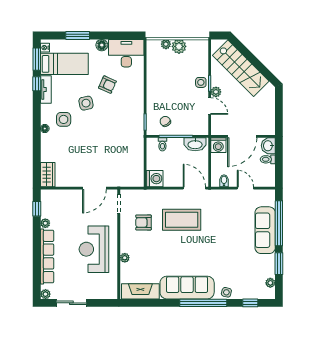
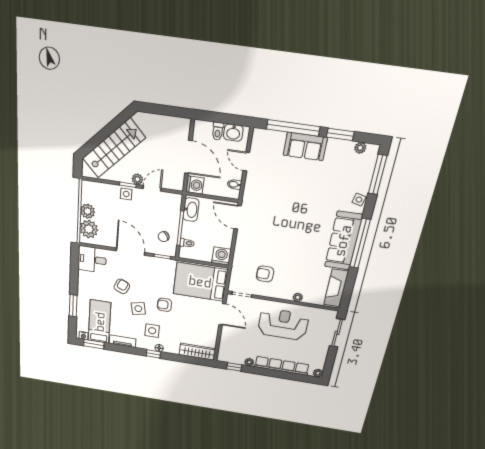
plant: (166, 44) -> (89, 229), width x1.88, depth x1.88
floor lamp: (102, 45) -> (83, 286), removed
desk: (126, 53) -> (92, 259), width x0.73
window: (37, 84) -> (153, 354), moved
door: (145, 91) -> (130, 252), added
armchair: (95, 129) -> (164, 305), added
washbasin: (268, 146) -> (233, 133), moved
bed: (125, 162) -> (200, 282), added
wardrobe: (48, 175) -> (197, 352), width x1.50
door: (194, 188) -> (238, 217), hinge flipped
door: (245, 188) -> (246, 162), hinge flipped
coffee table: (182, 220) -> (269, 236), removed
armchair: (144, 222) -> (265, 274), turned 90
sofa: (265, 230) -> (305, 146), width x0.73
reception desk: (94, 249) -> (283, 324), turned 180
sliding door: (71, 303) -> (337, 333), moved
window: (203, 303) -> (360, 243), moved
window: (250, 303) -> (378, 174), width x2.17

